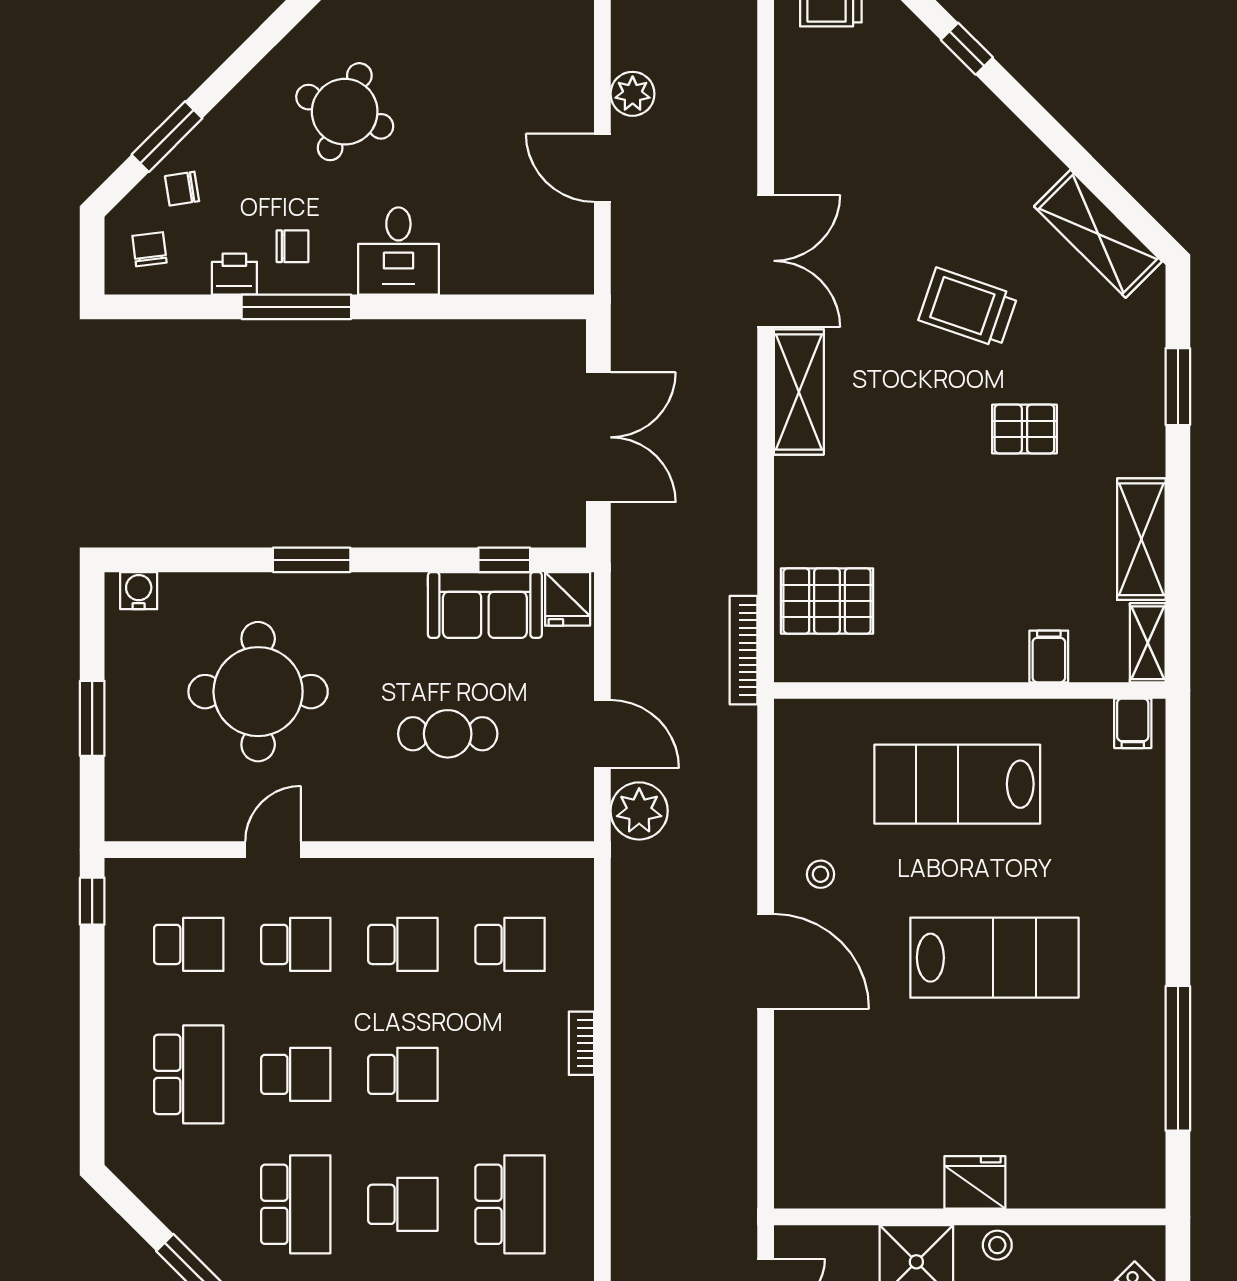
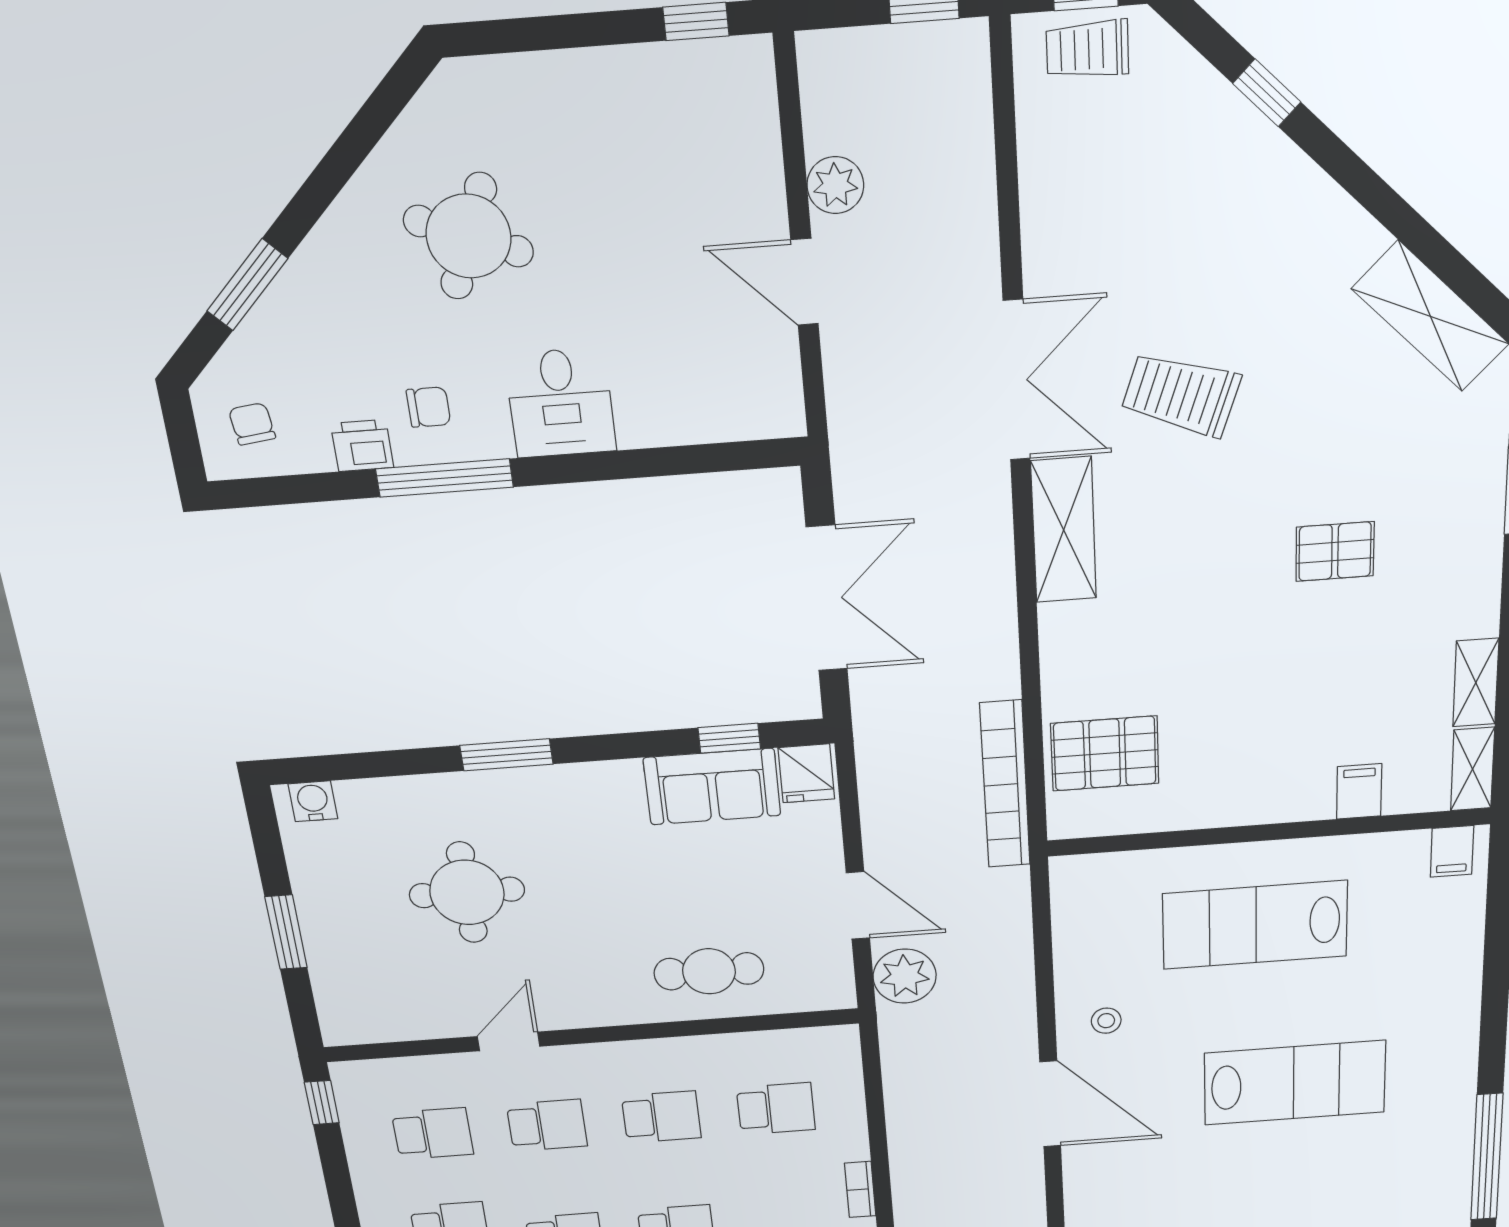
chair: (182, 189) -> (279, 348), removed
trolley: (968, 308) -> (1181, 394), moved
shelving: (1141, 539) -> (1476, 683), width x0.67, depth x0.75
bookcase: (744, 650) -> (1005, 785), width x1.48, depth x1.31
round table: (258, 692) -> (467, 892), width x0.73, depth x0.73
cafe table: (448, 734) -> (709, 971), moved

